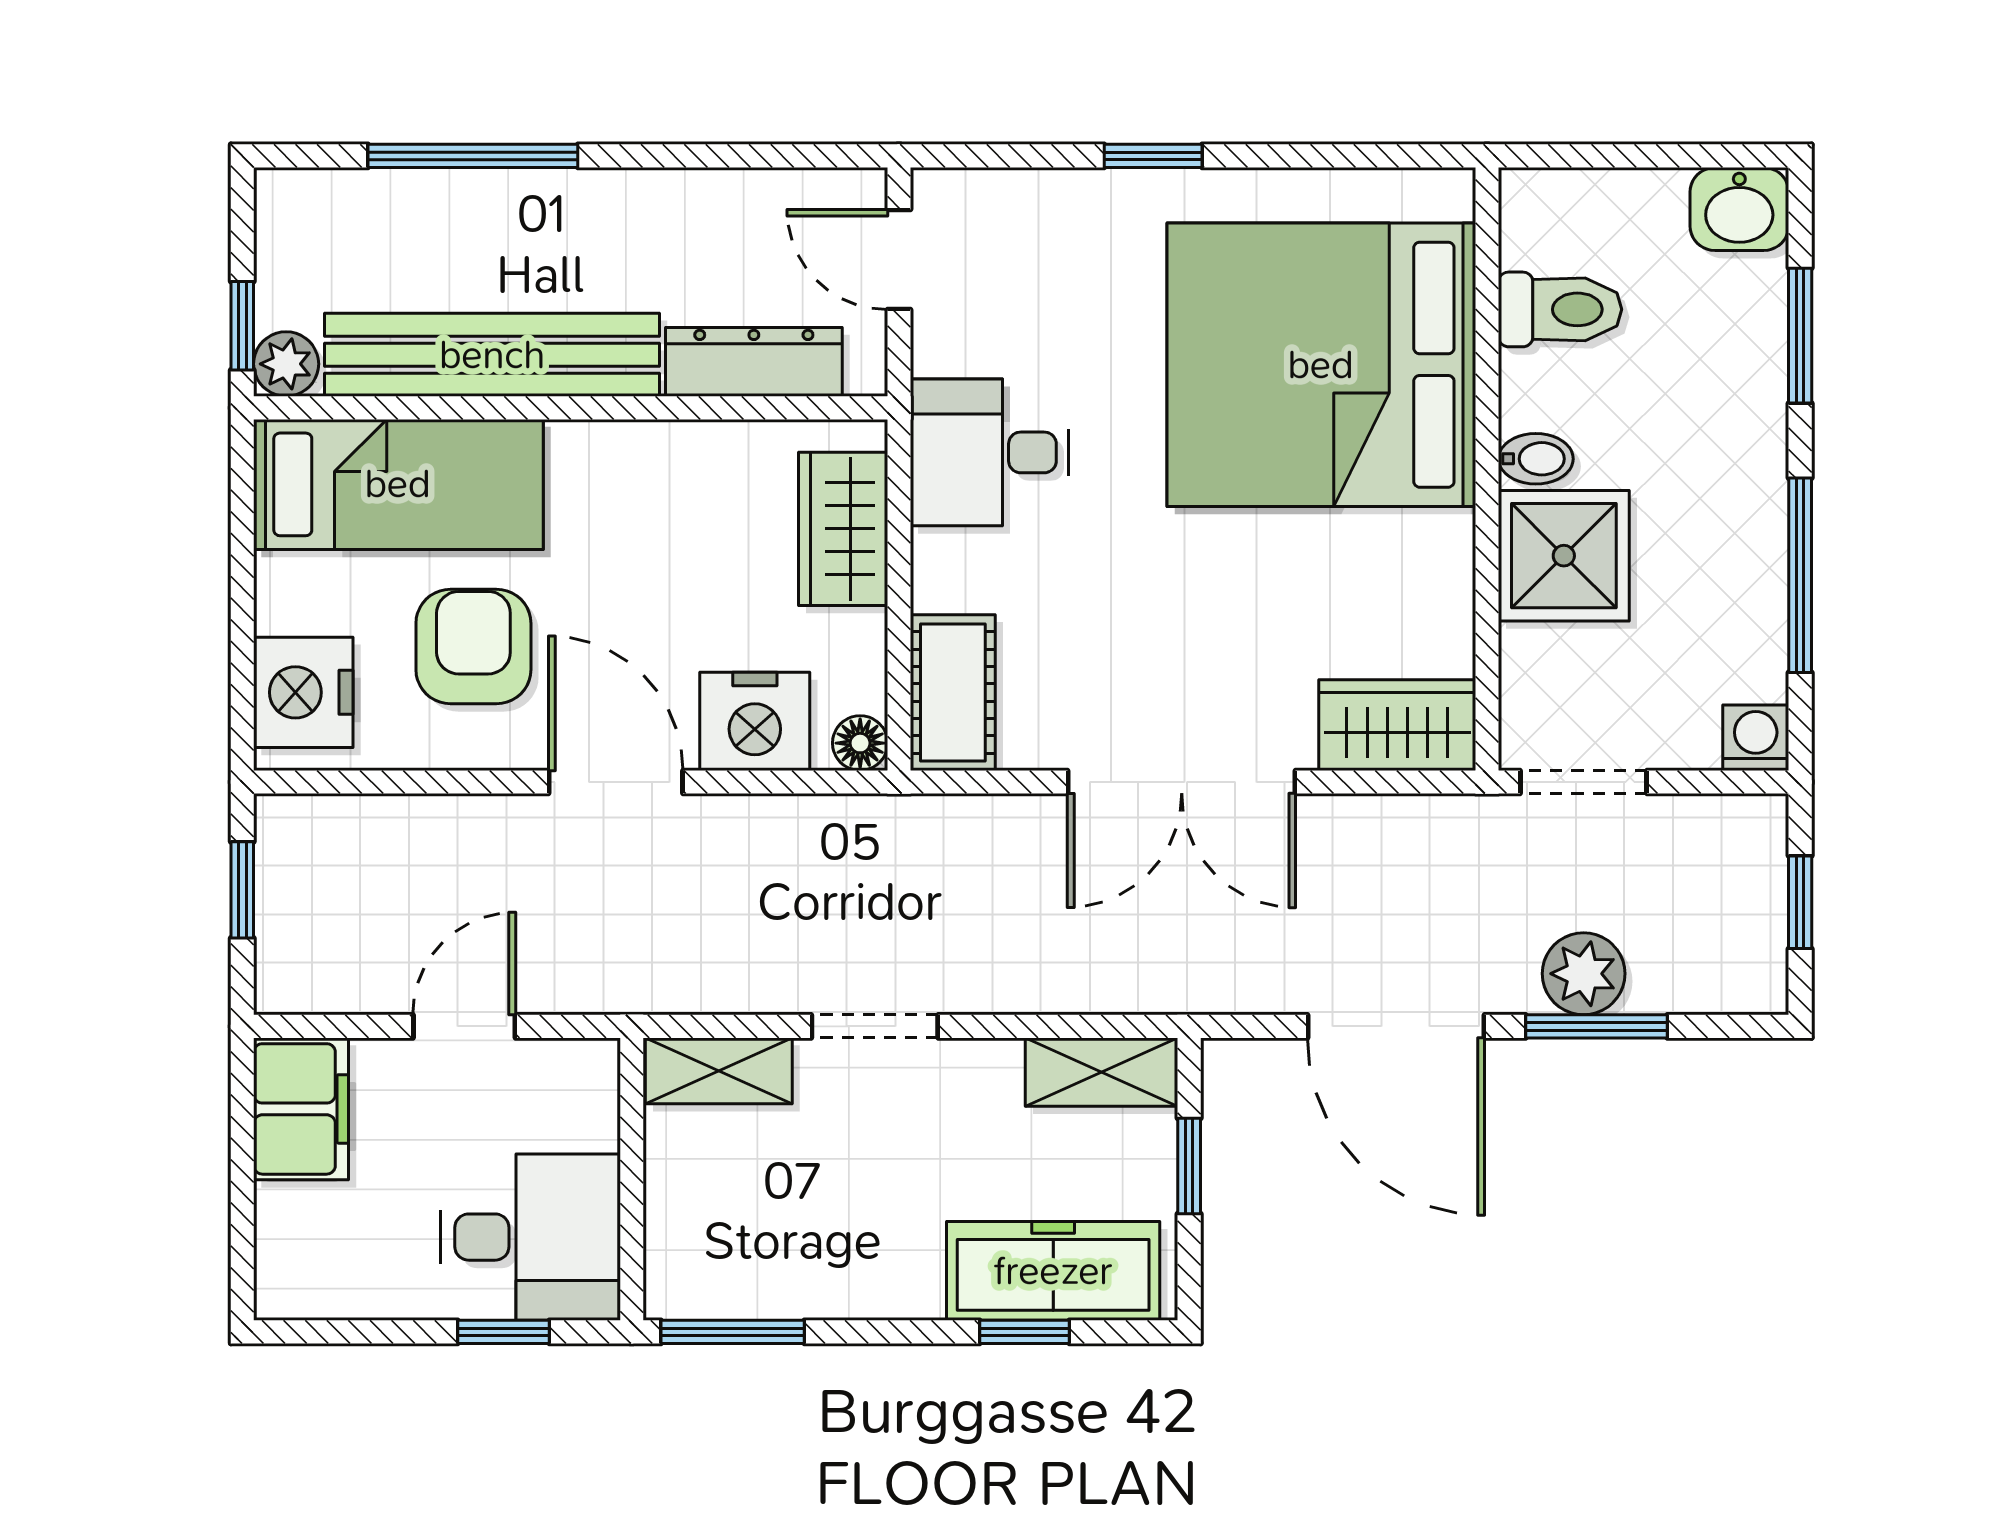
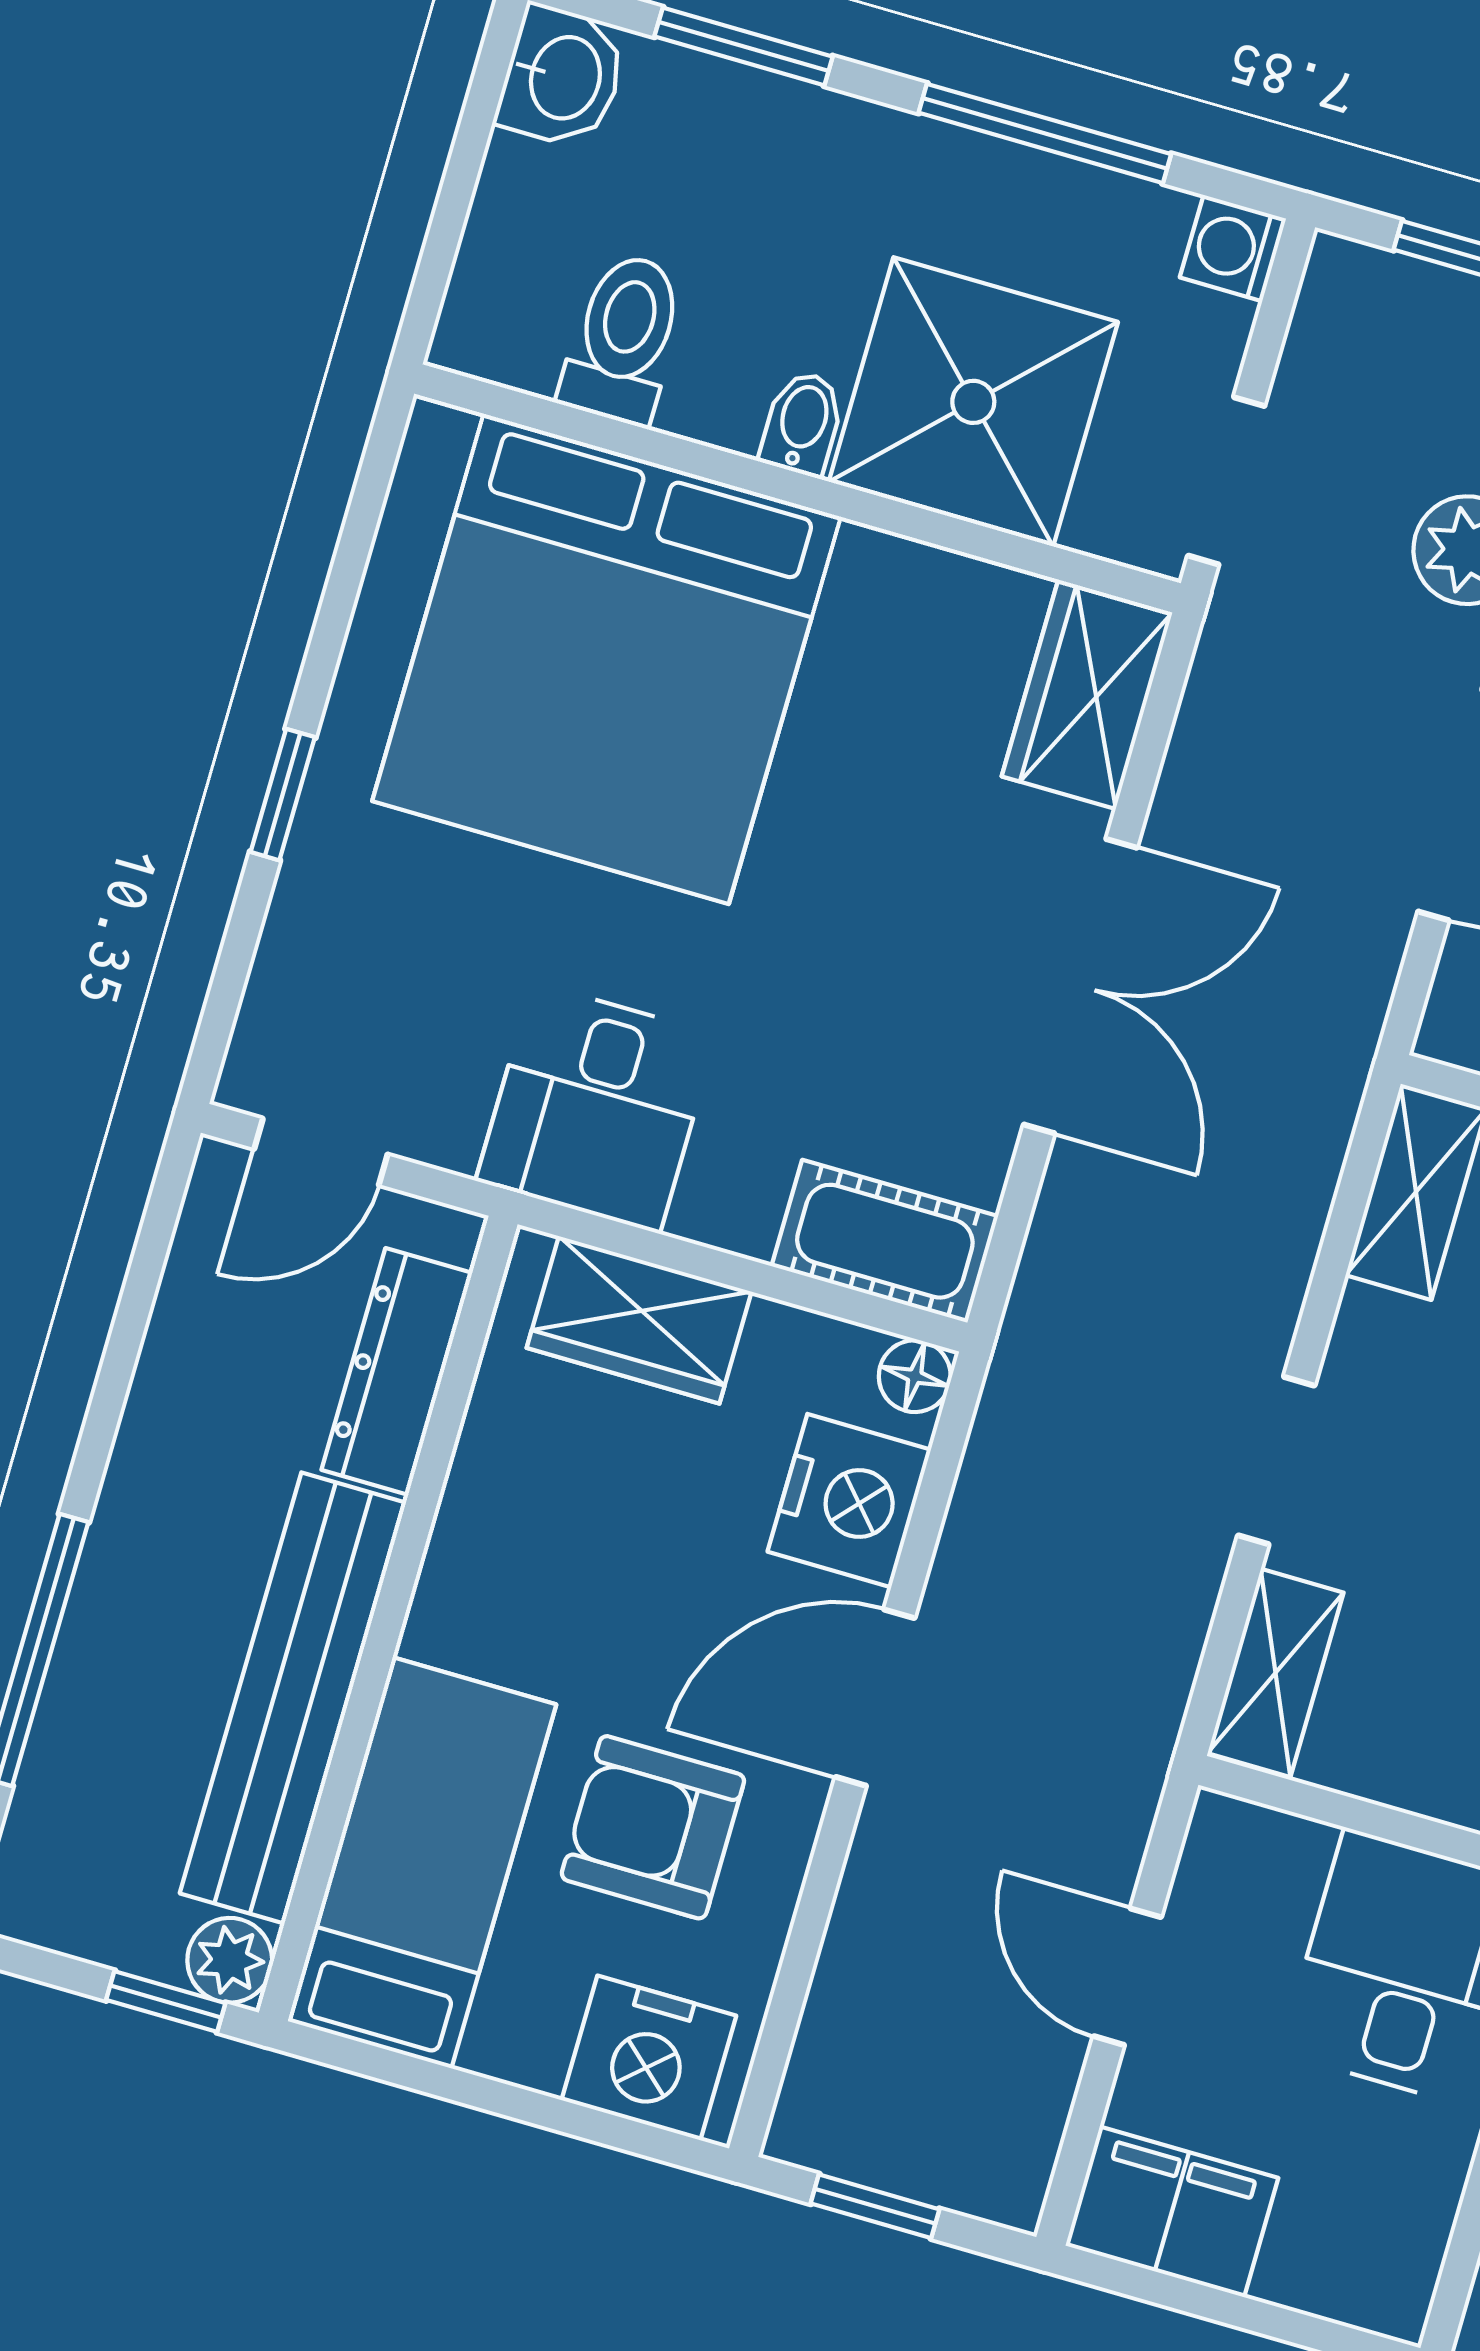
shower: (1564, 556) -> (973, 402), width x1.37, depth x1.37

